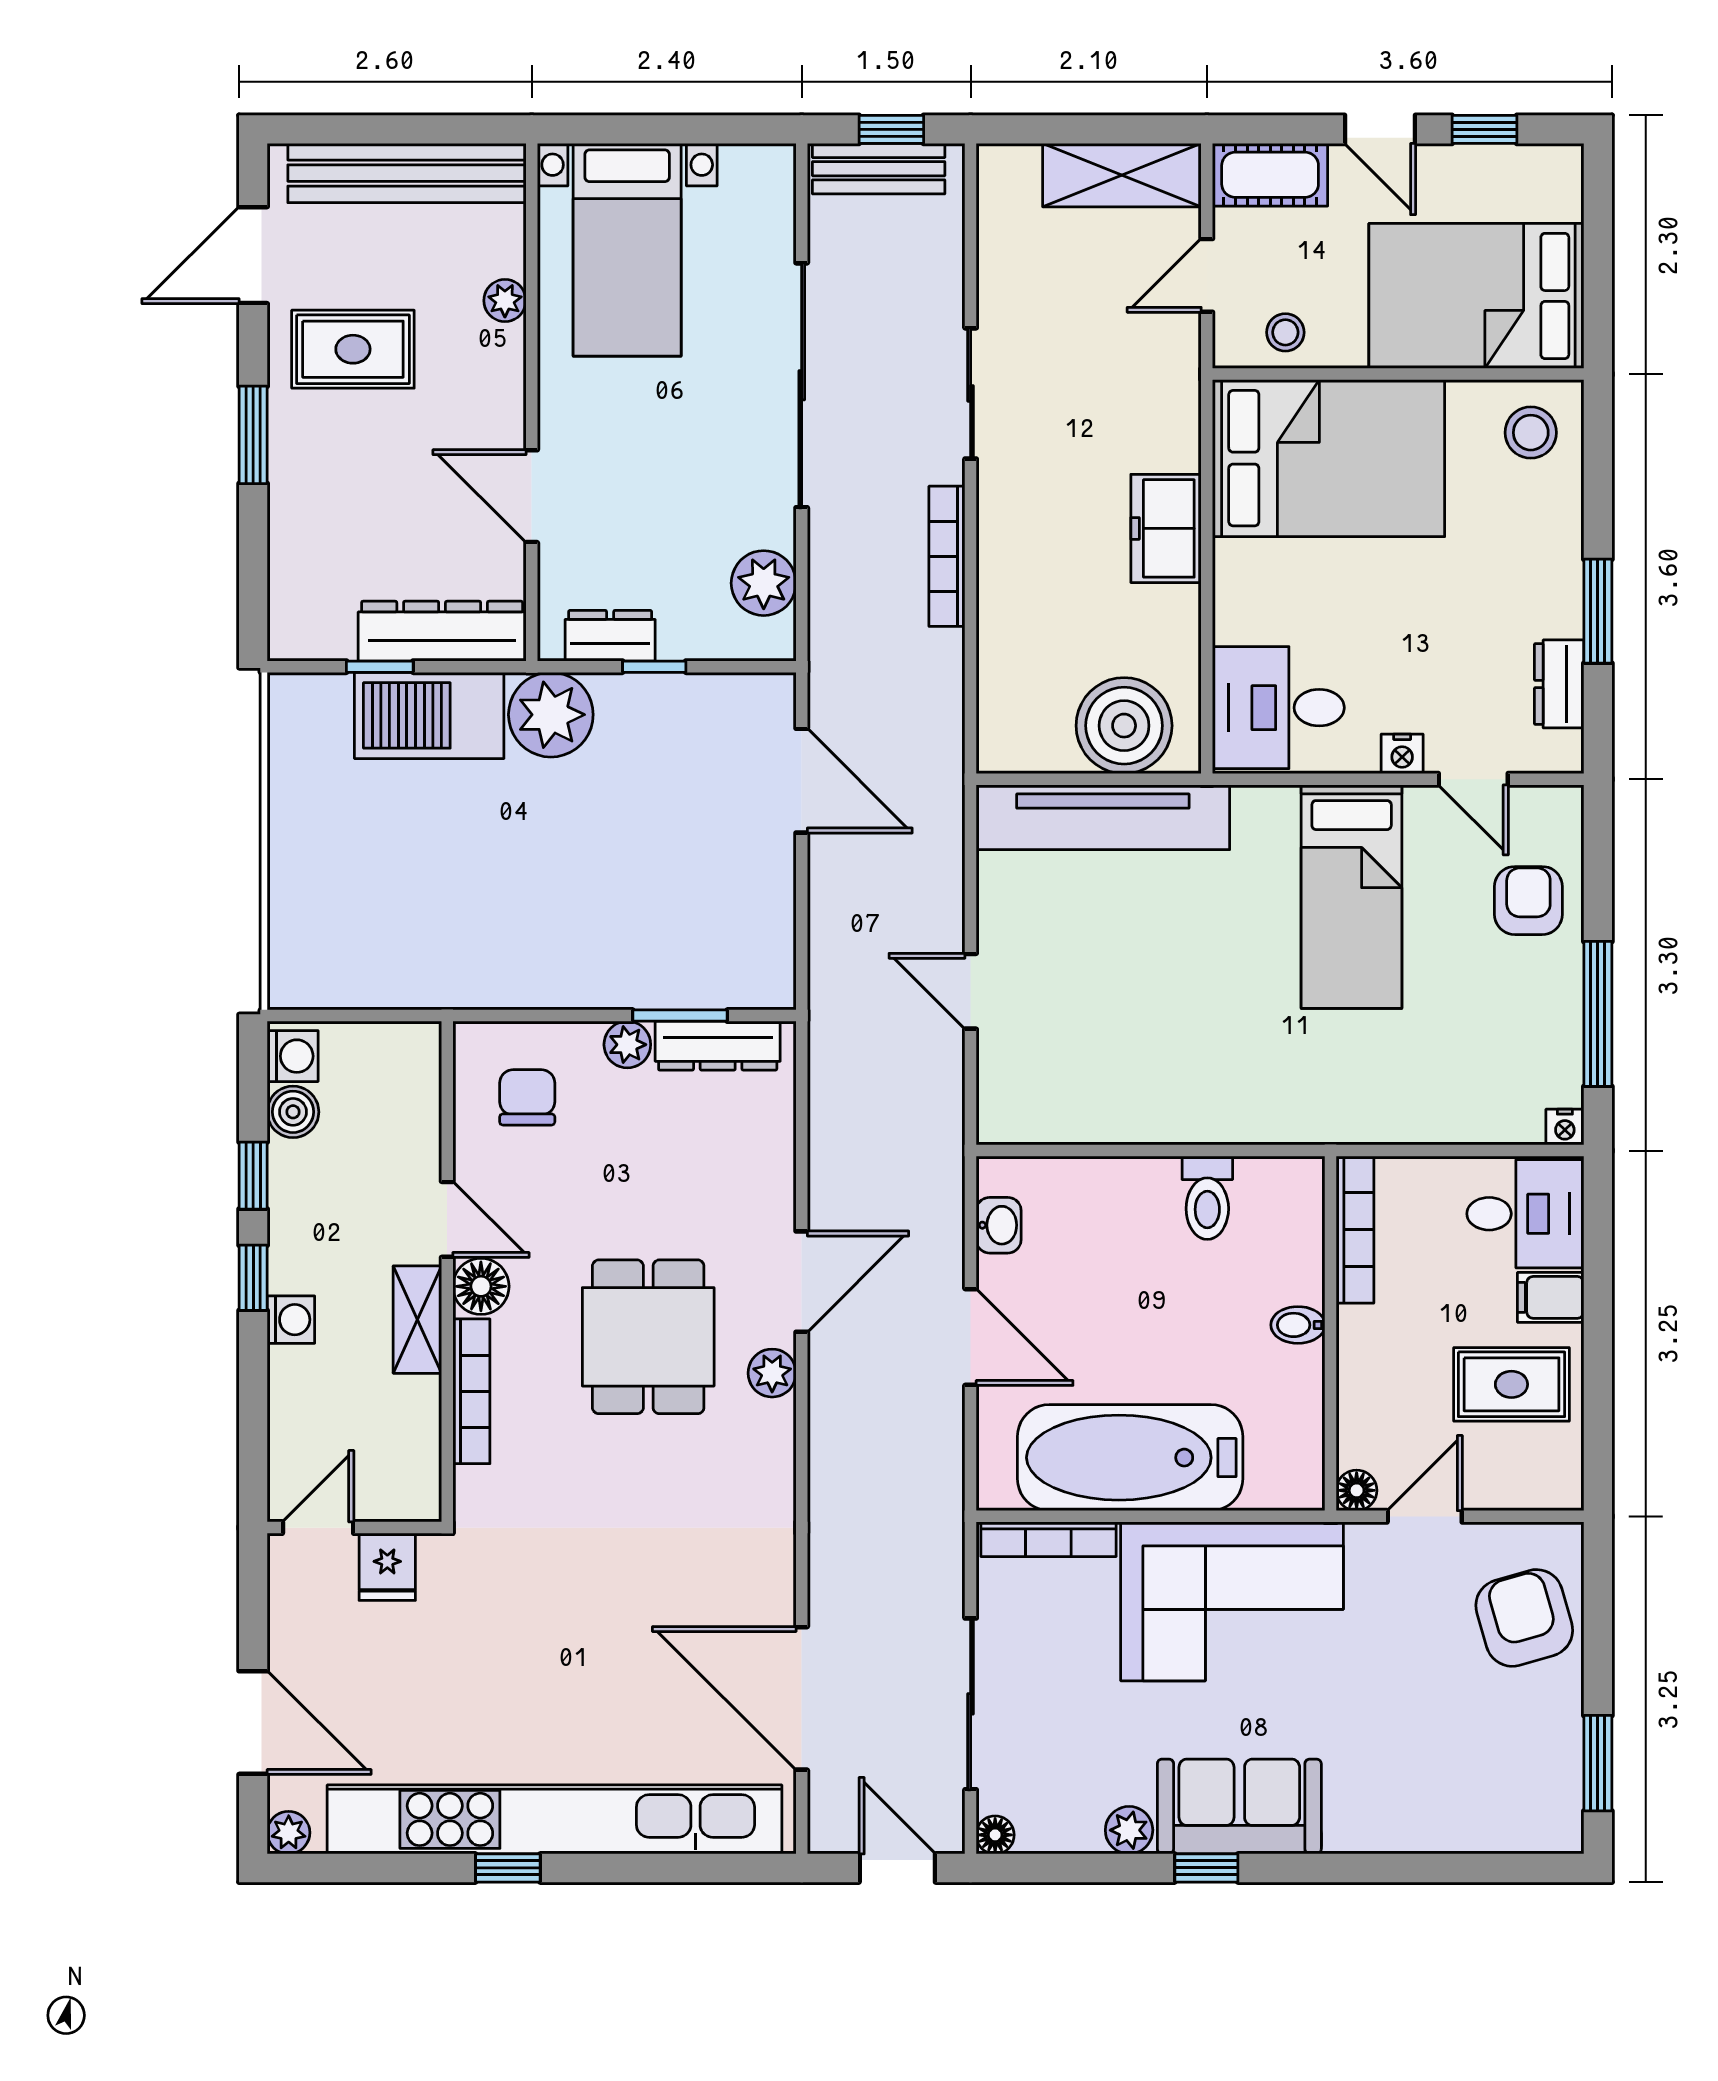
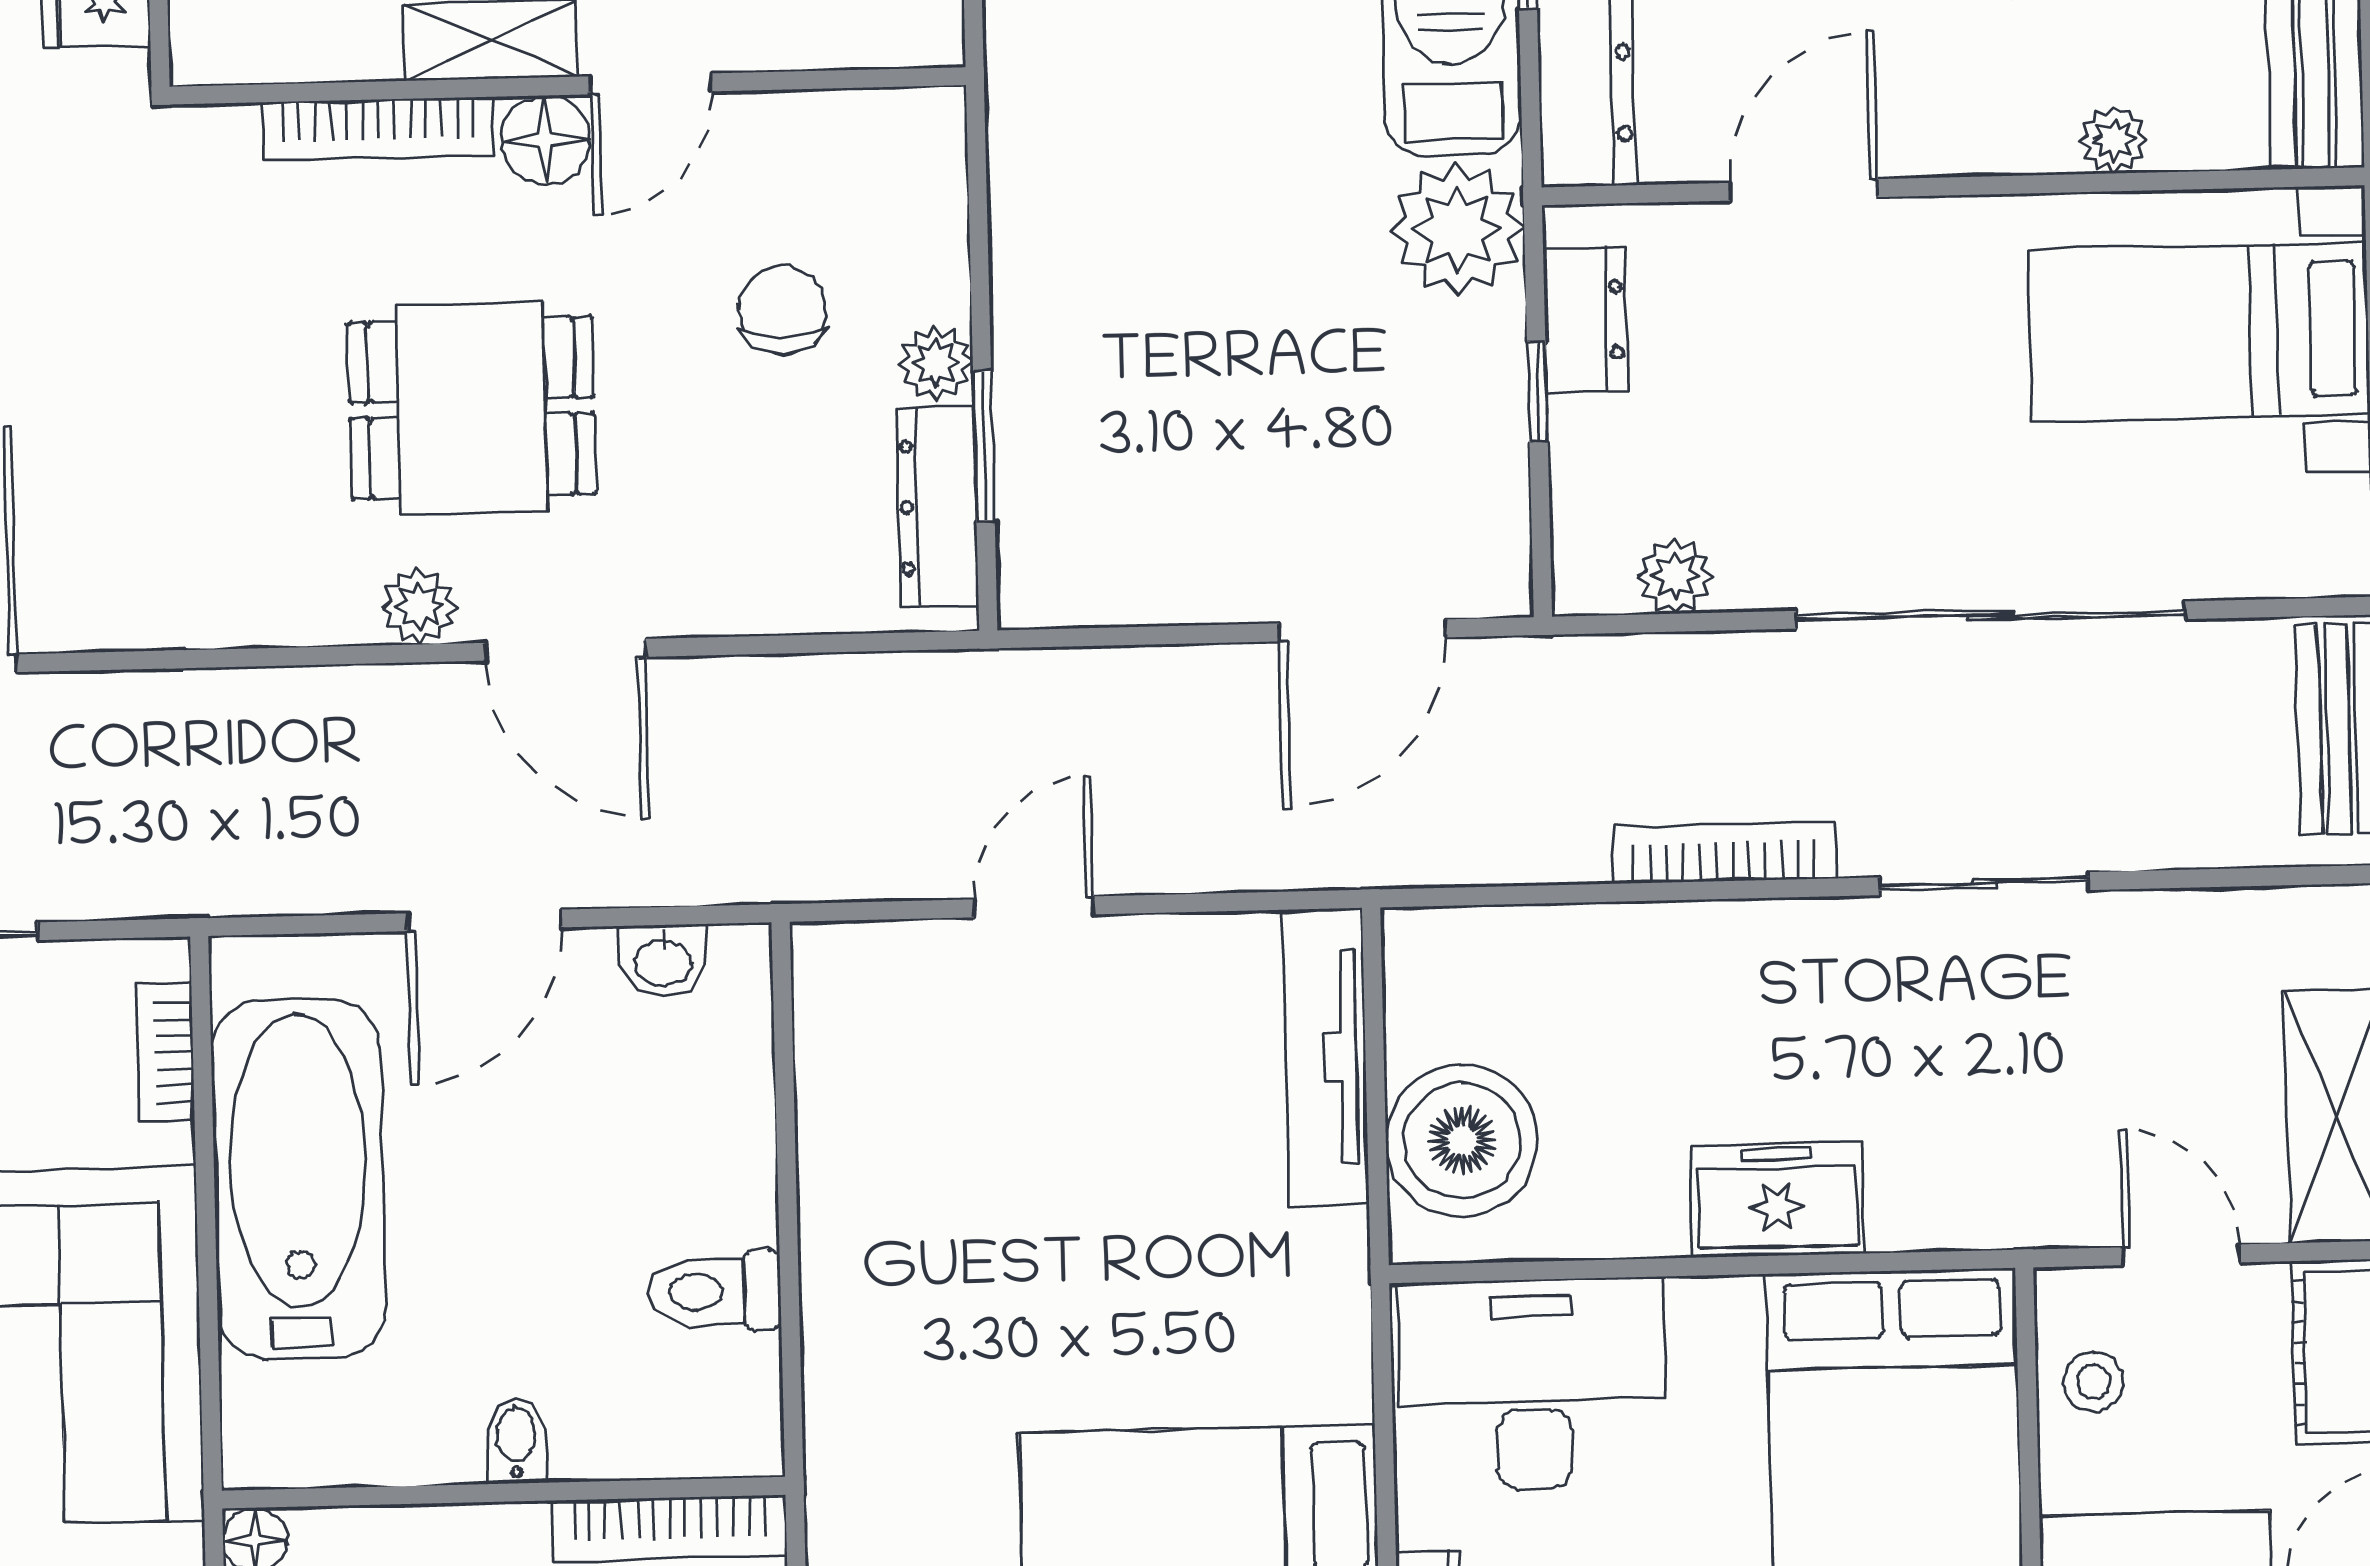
plant: (764, 583) -> (1675, 576), width x0.73, depth x0.73
desk: (1278, 708) -> (1533, 1384), width x1.37
tv unit: (1103, 817) -> (1326, 1057), width x0.73, depth x0.78
chair: (527, 1097) -> (782, 310), moved, turned -90
bookcase: (1048, 1539) -> (166, 1052), width x0.64

